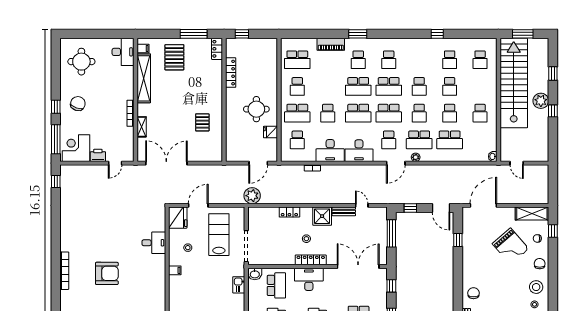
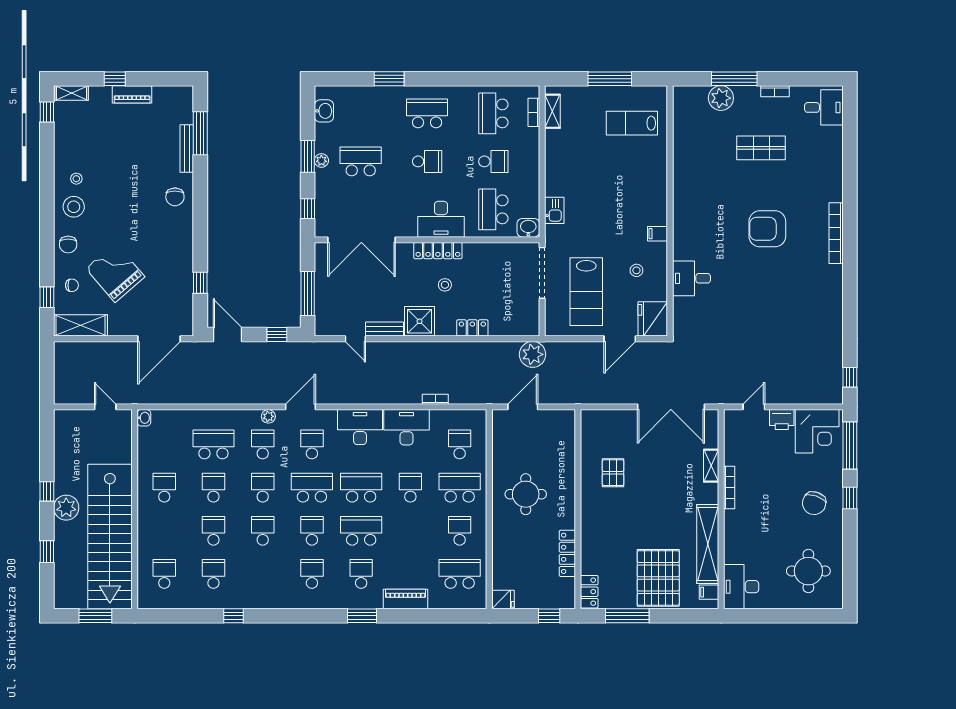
pallet: (174, 57) -> (658, 578), width x1.37, depth x1.41
school desk: (389, 86) -> (312, 531), width x0.54
fridge: (270, 132) -> (503, 600), moved
school desk: (419, 140) -> (263, 444), width x0.54

